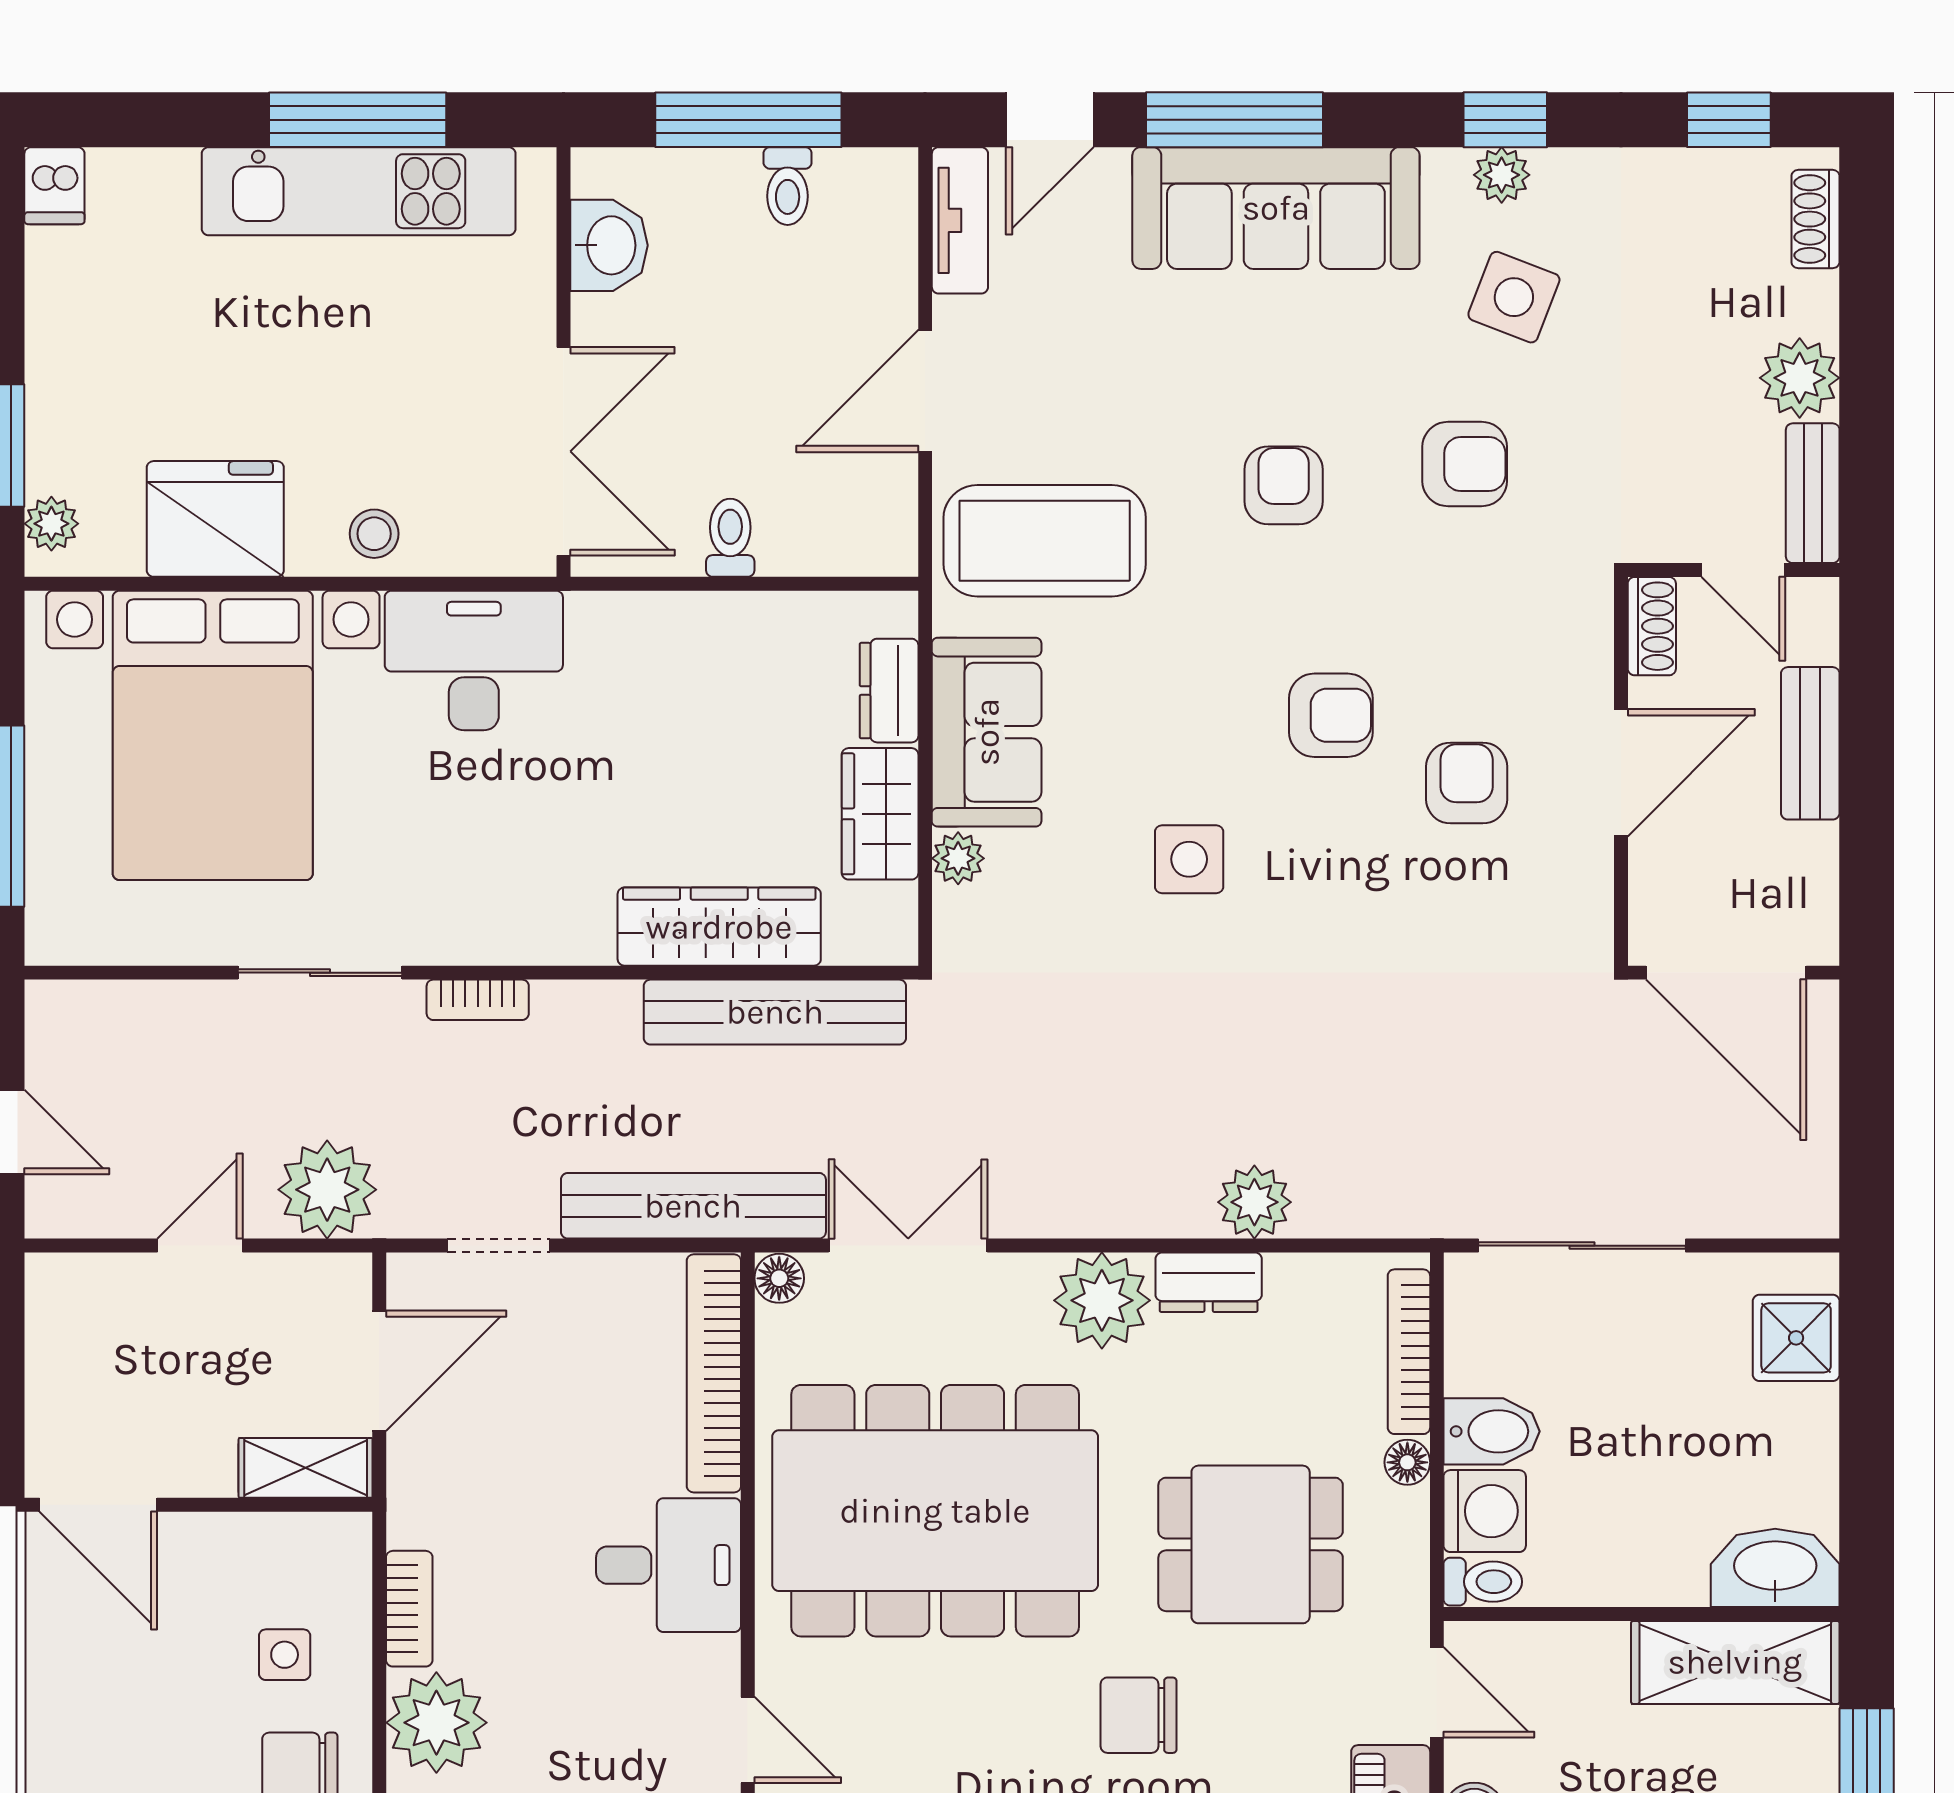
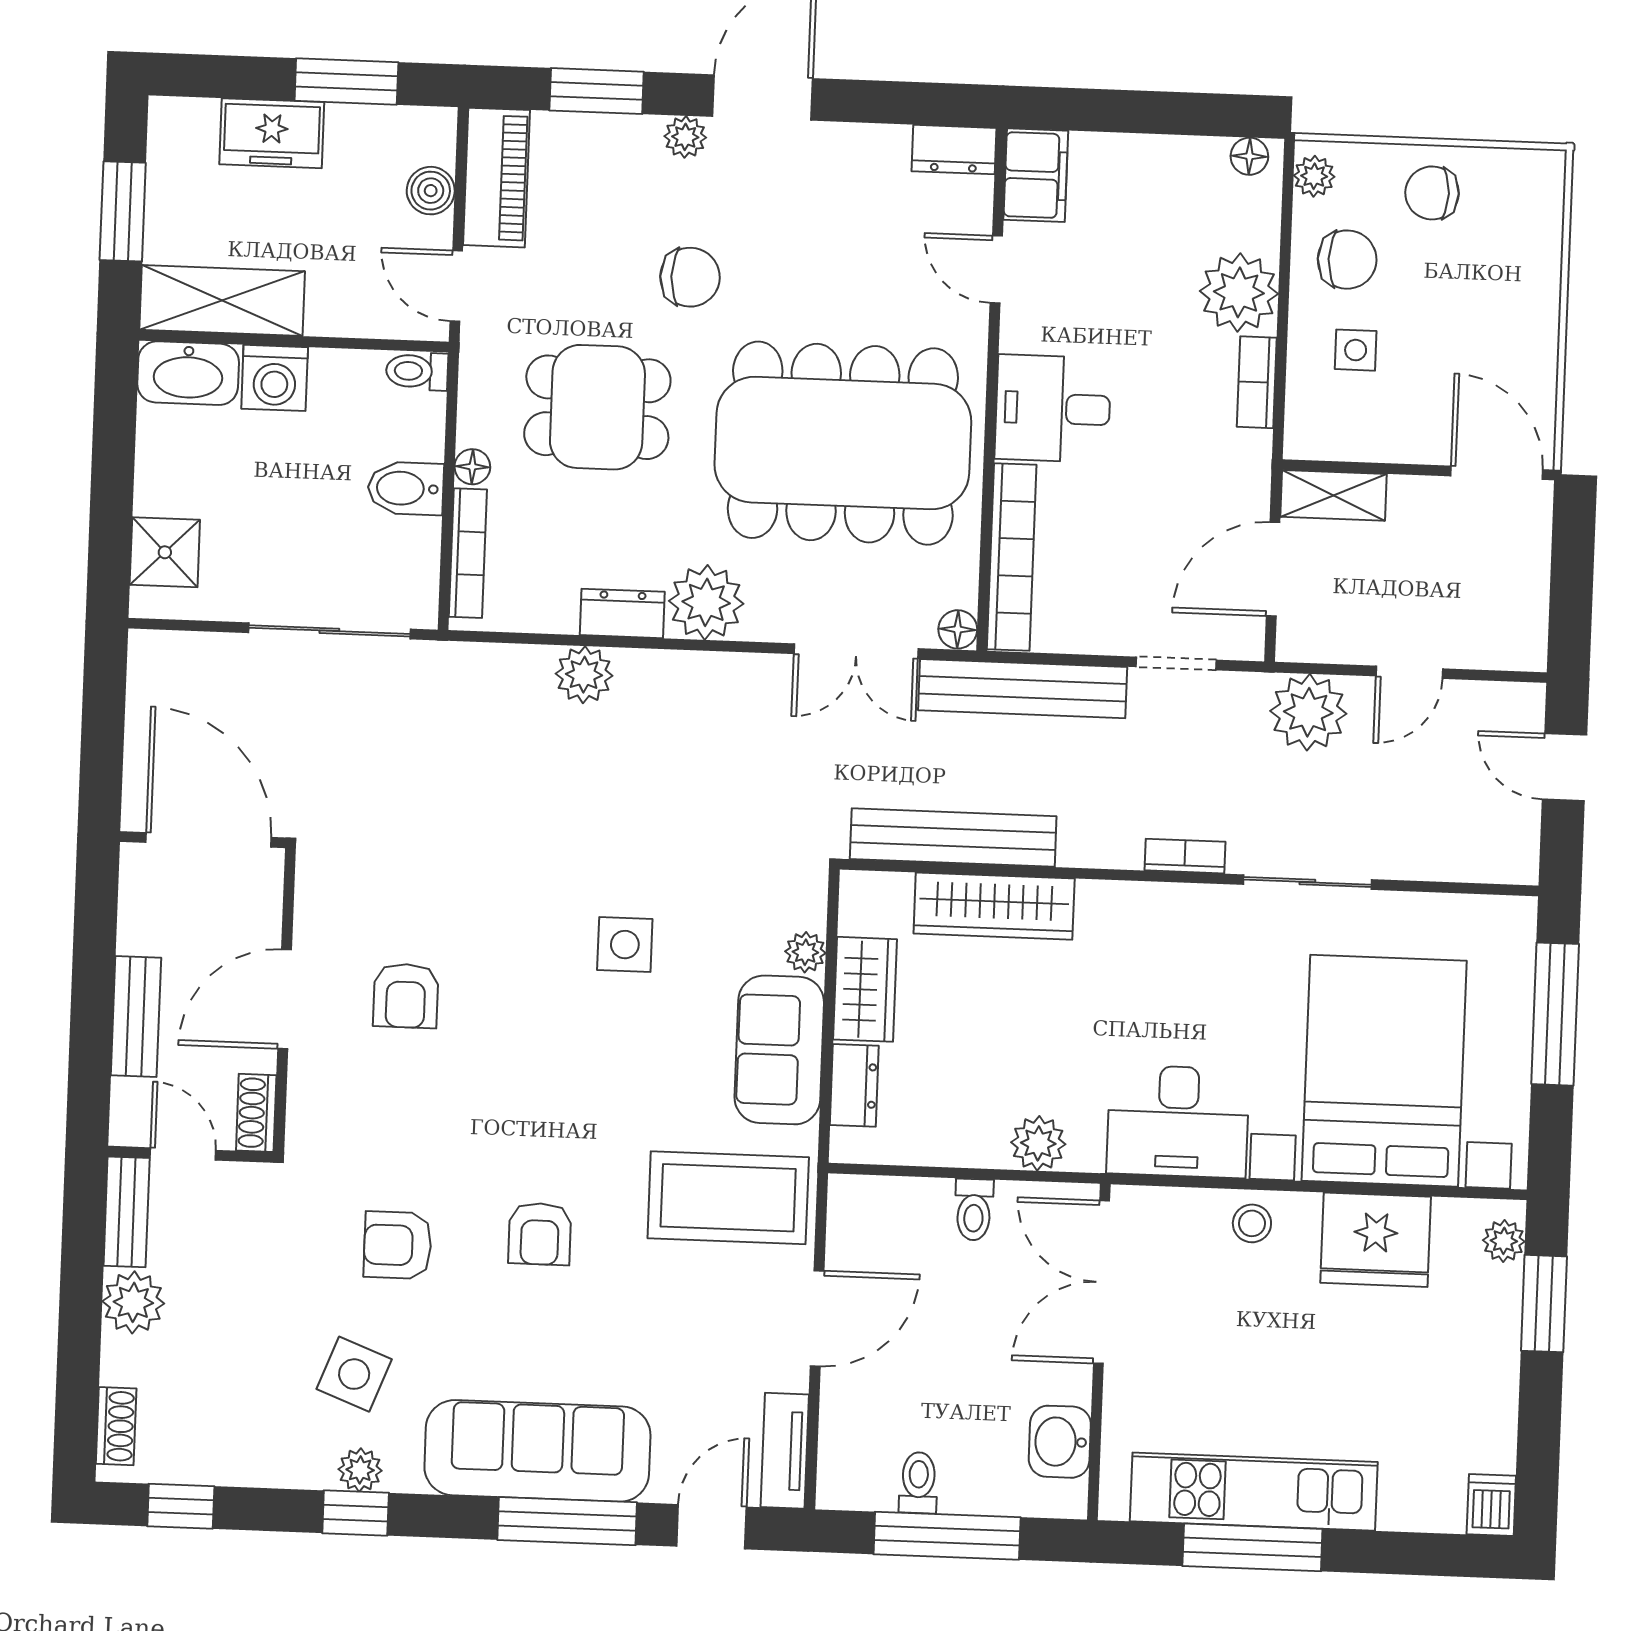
plant: (651, 626) -> (1038, 1143), added
armchair: (1331, 715) -> (510, 1053), removed
washing machine: (1485, 1511) -> (275, 378), moved, turned -90

